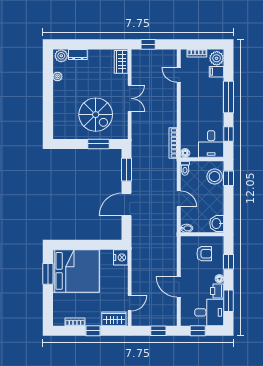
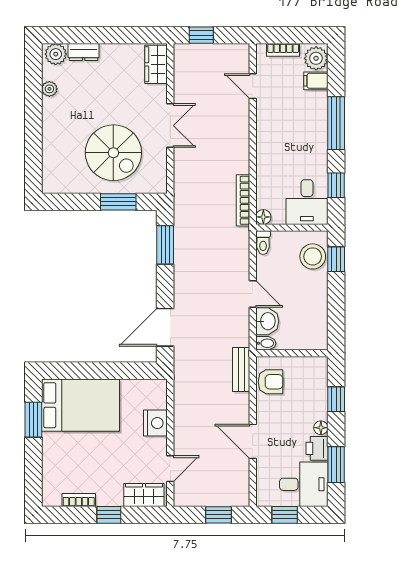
door: (127, 204) -> (165, 327), moved
washbasin: (217, 223) -> (267, 321), moved, turned 180
bench: (172, 244) -> (241, 370), added
armchair: (204, 254) -> (271, 382), moved
nightstand: (121, 257) -> (155, 423), moved
bed: (76, 271) -> (80, 405), width x0.73

